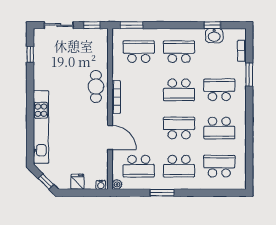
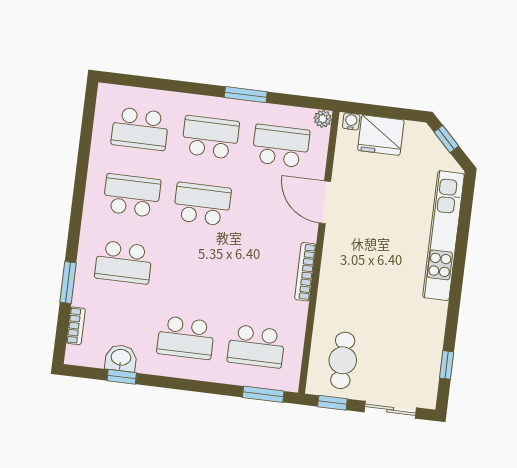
cafe table: (96, 87) -> (343, 360), moved
school desk: (179, 90) -> (194, 271), removed
school desk: (179, 128) -> (202, 204), turned 180
fridge: (77, 182) -> (381, 135), width x1.88, depth x1.34

